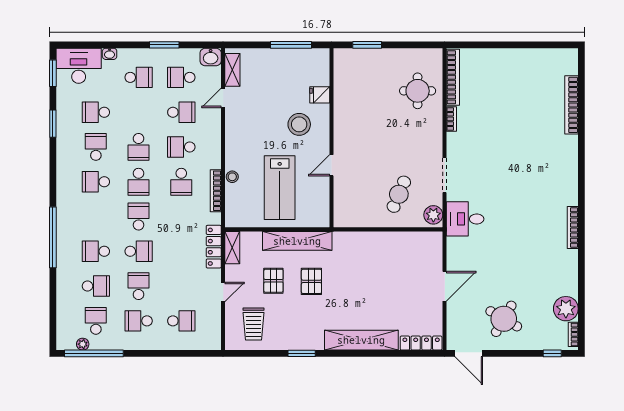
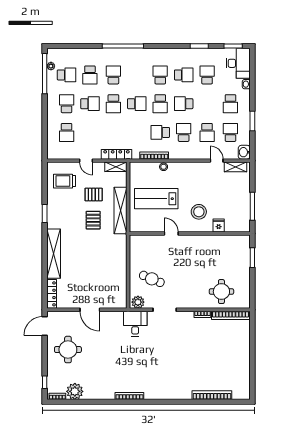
school desk: (139, 182) -> (160, 104), turned -90
pallet: (311, 281) -> (93, 220), turned 90
round table: (504, 319) -> (68, 350), turned -30

